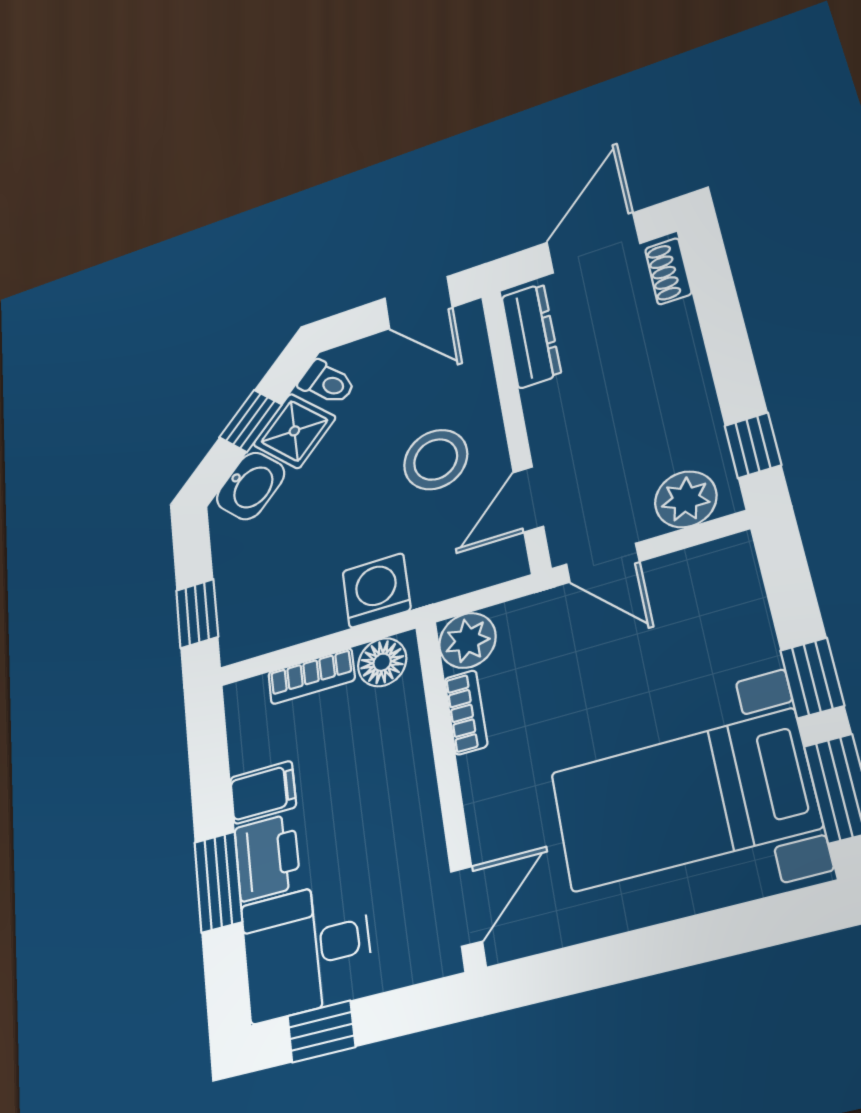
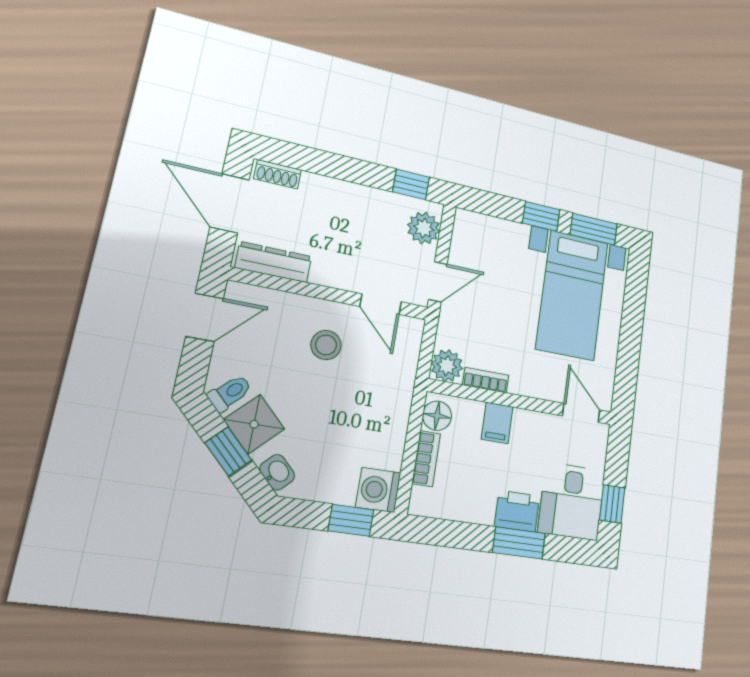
stool: (436, 459) -> (326, 345), width x0.73, depth x0.73
washbasin: (250, 486) -> (277, 472), width x0.72, depth x0.69
washing machine: (377, 590) -> (378, 490), moved
filing cabinet: (263, 792) -> (497, 423), moved, turned 180

